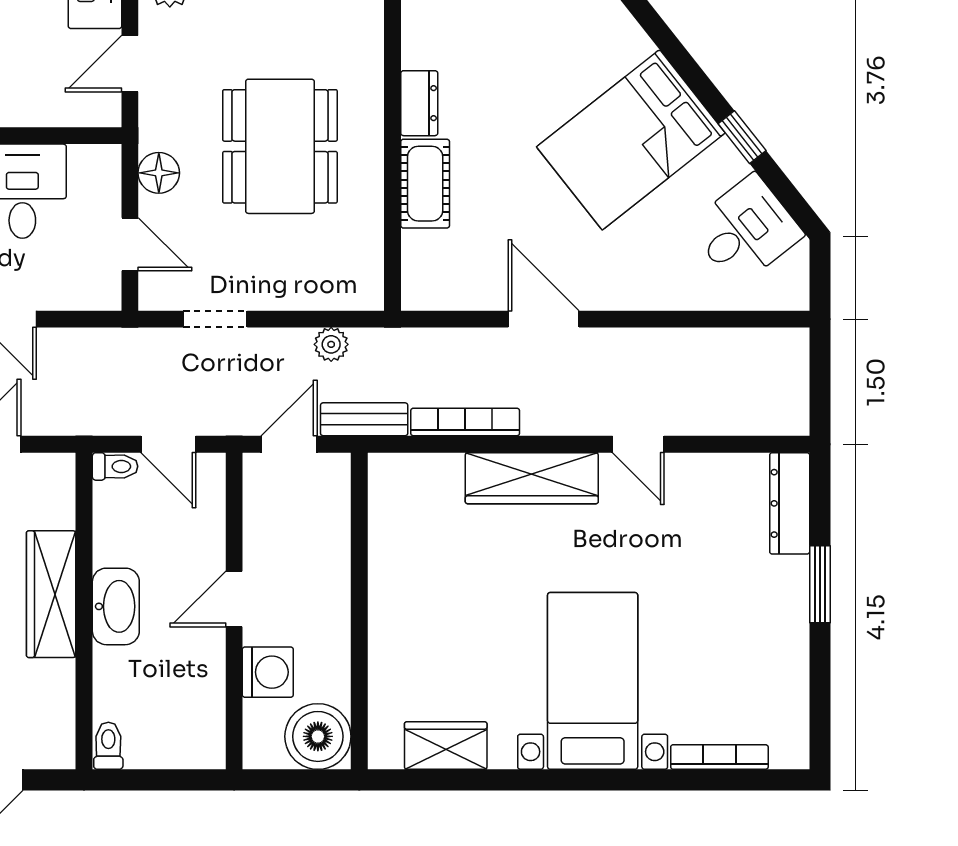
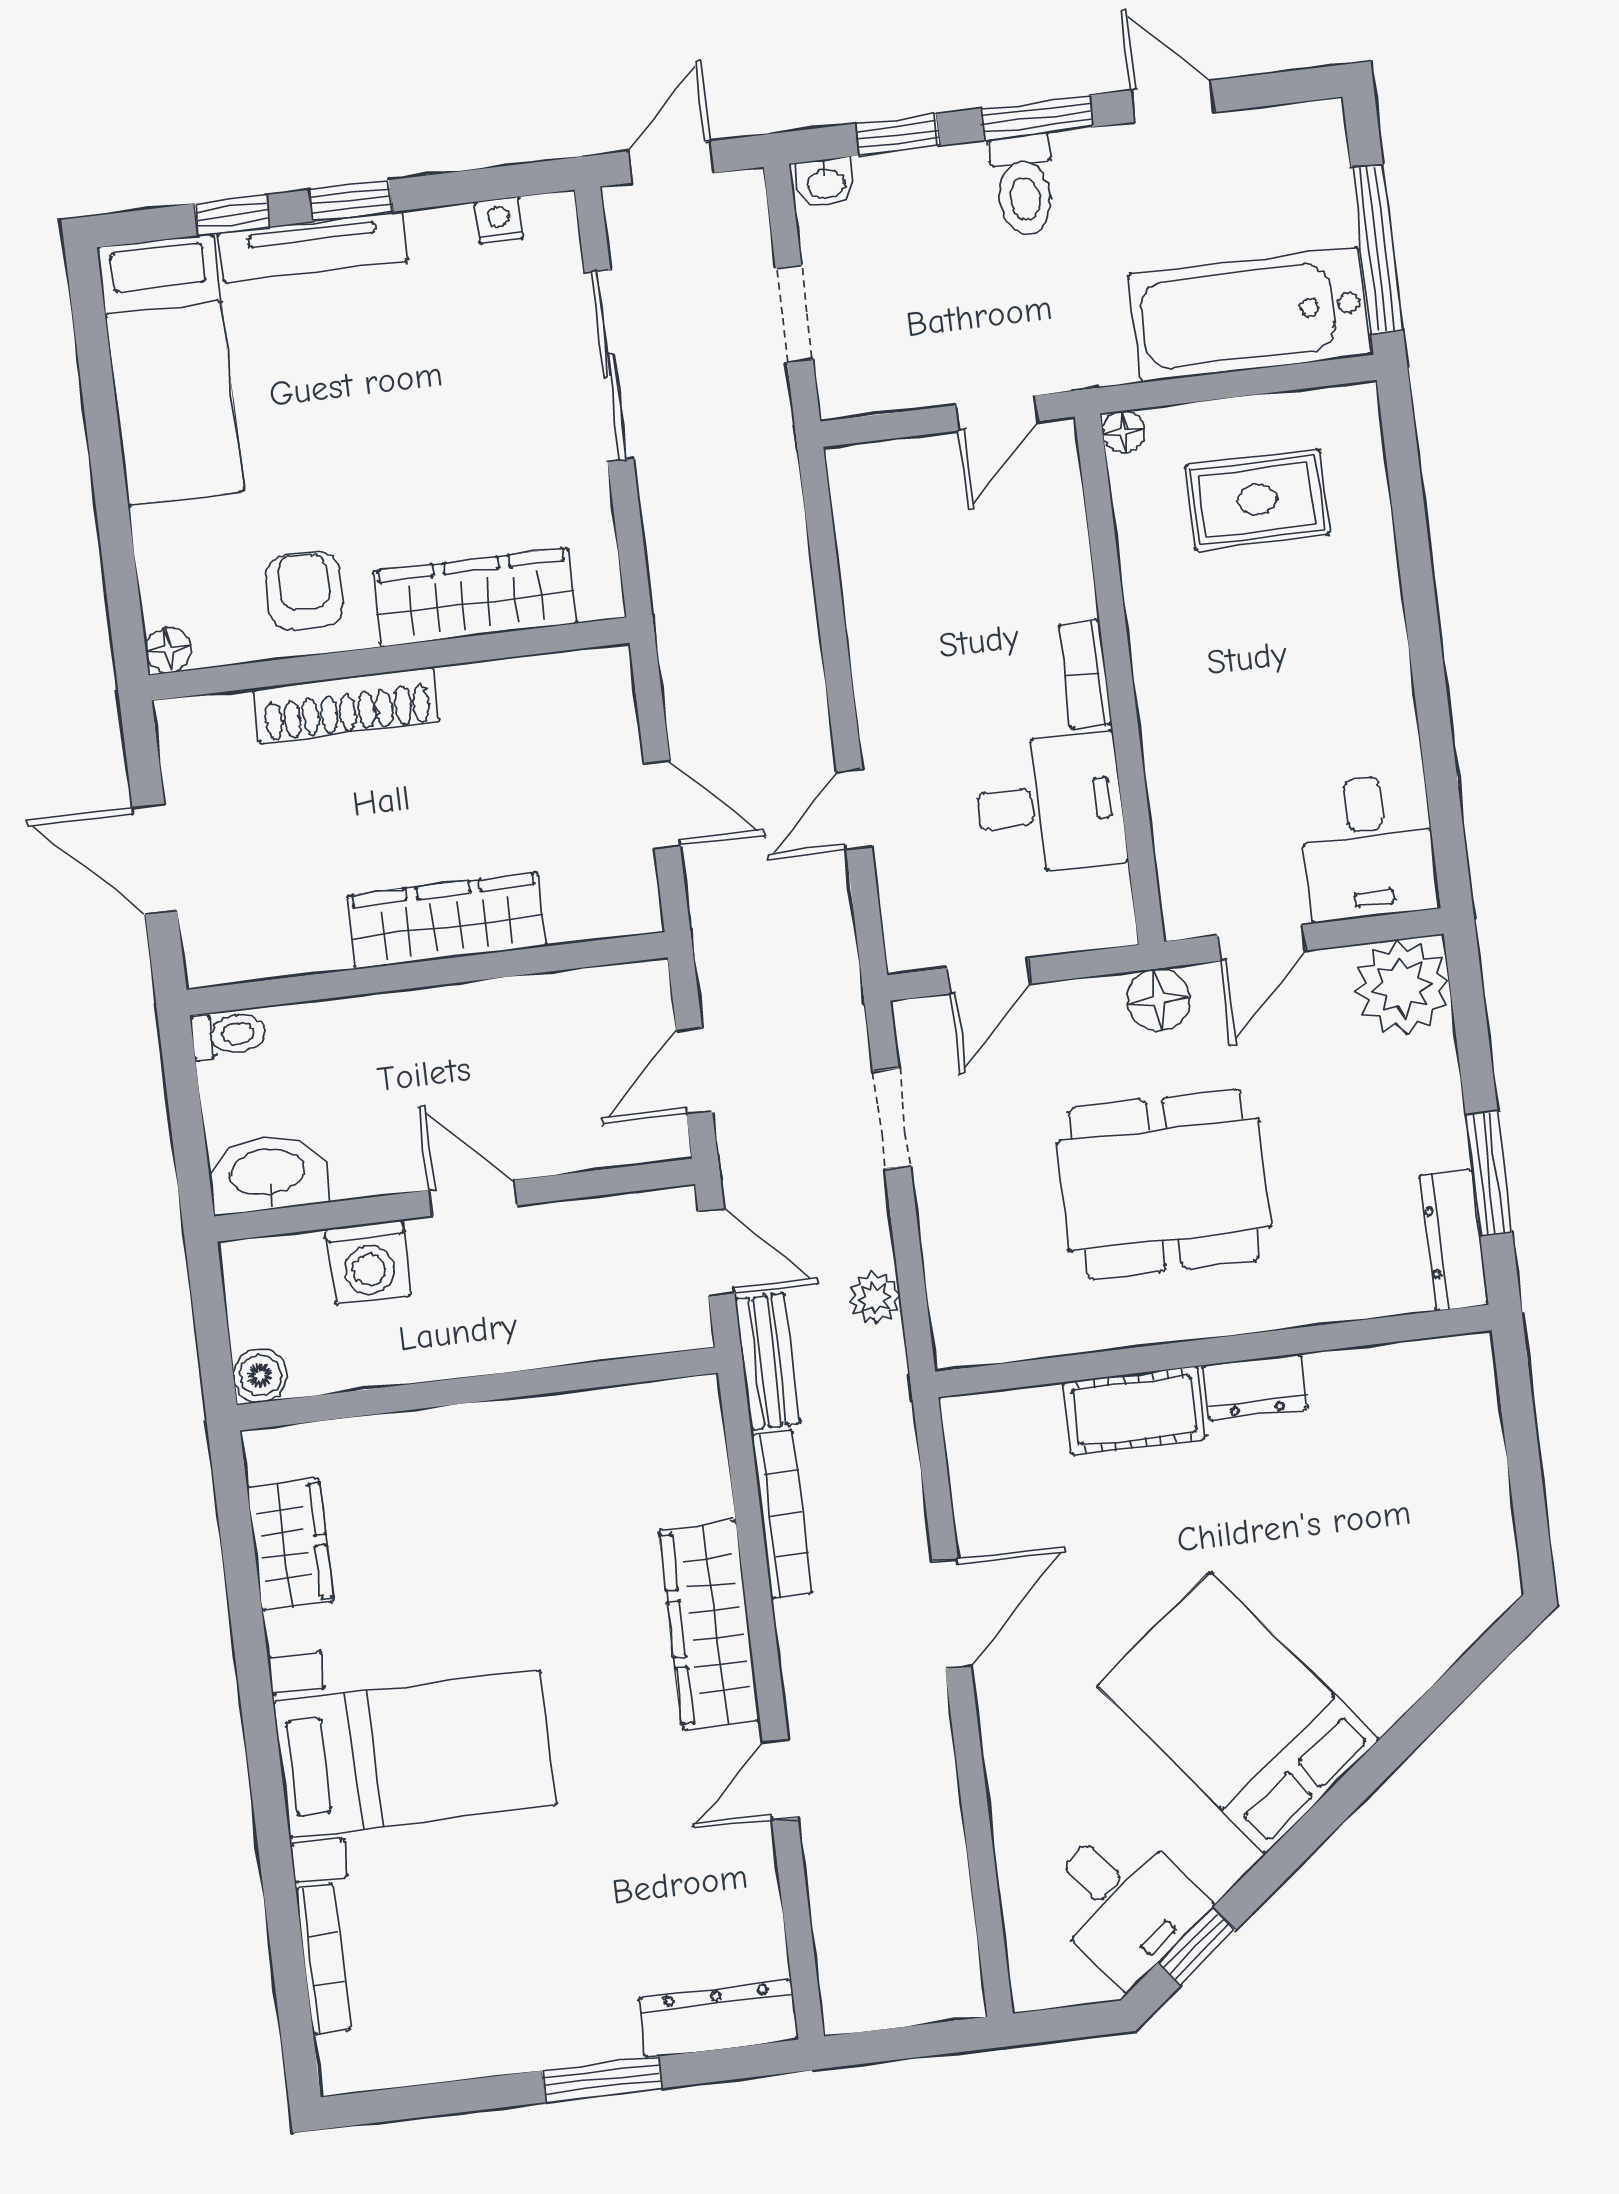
door: (130, 64) -> (1261, 943), swing flipped
window: (742, 137) -> (1197, 1946), moved
floor lamp: (159, 173) -> (1159, 1000), moved
toilet: (115, 466) -> (651, 994), removed
washbasin: (116, 606) -> (268, 1174), moved, turned 180
boiler: (318, 736) -> (260, 1375), width x0.54, depth x0.54

